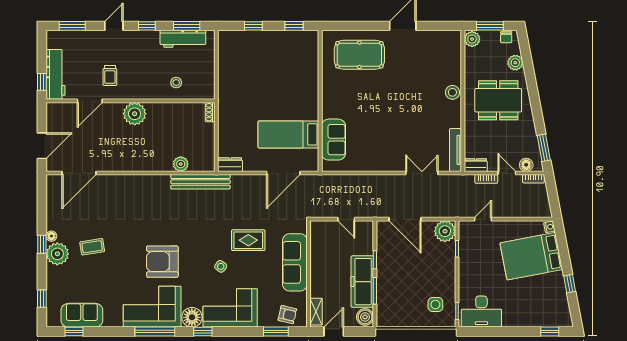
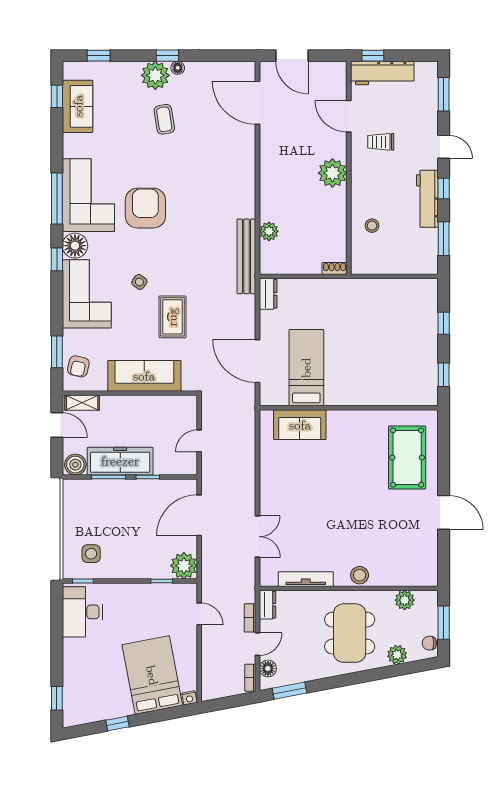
workbench: (183, 39) -> (427, 199), moved
plant: (472, 39) -> (405, 600), moved
tv unit: (456, 150) -> (306, 579), moved

